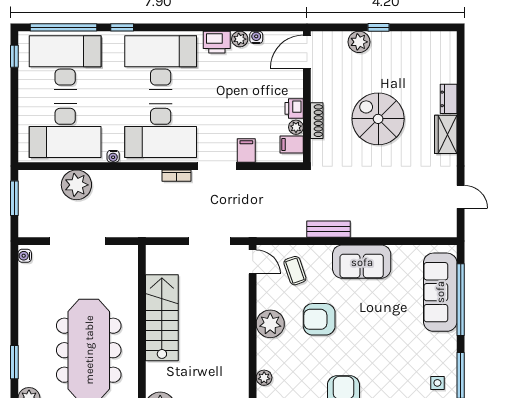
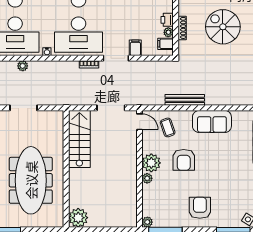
plant: (76, 185) -> (23, 66), width x0.53, depth x0.53
bench: (328, 229) -> (185, 100), width x1.36
doorway: (78, 241) -> (24, 108), width x0.73
stairs: (162, 318) -> (79, 139), moved
armchair: (319, 319) -> (184, 160), turned -90
plant: (264, 378) -> (147, 178), moved

